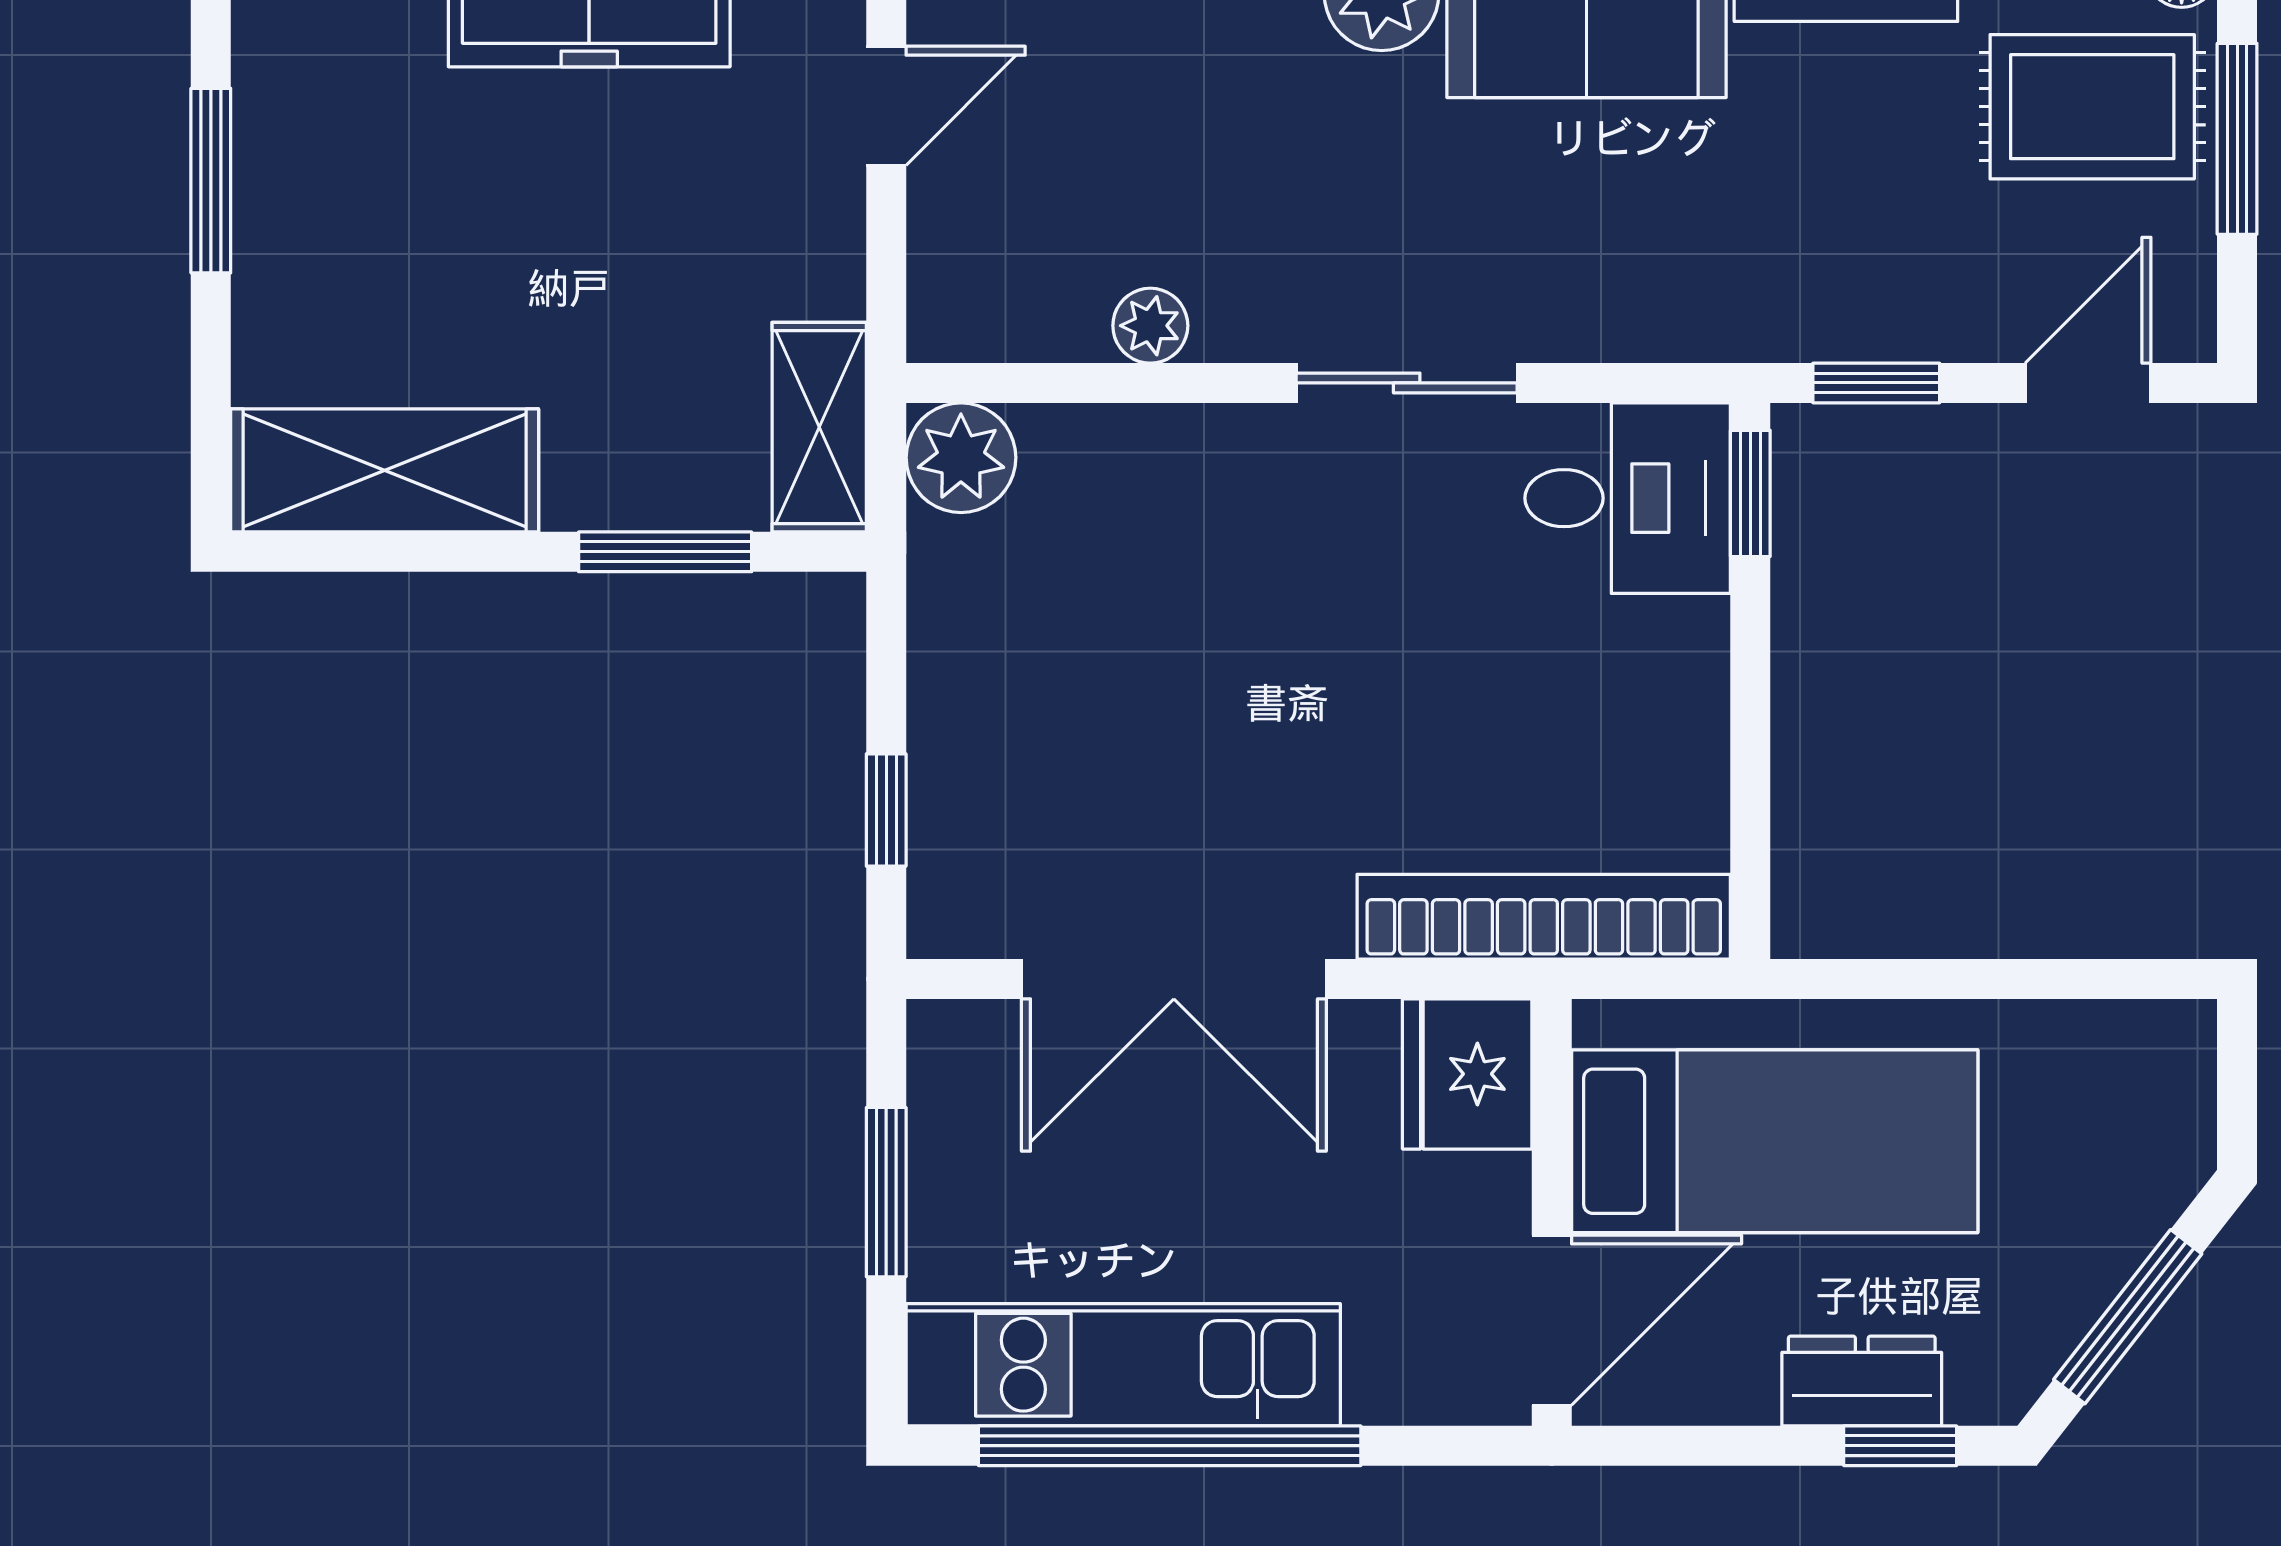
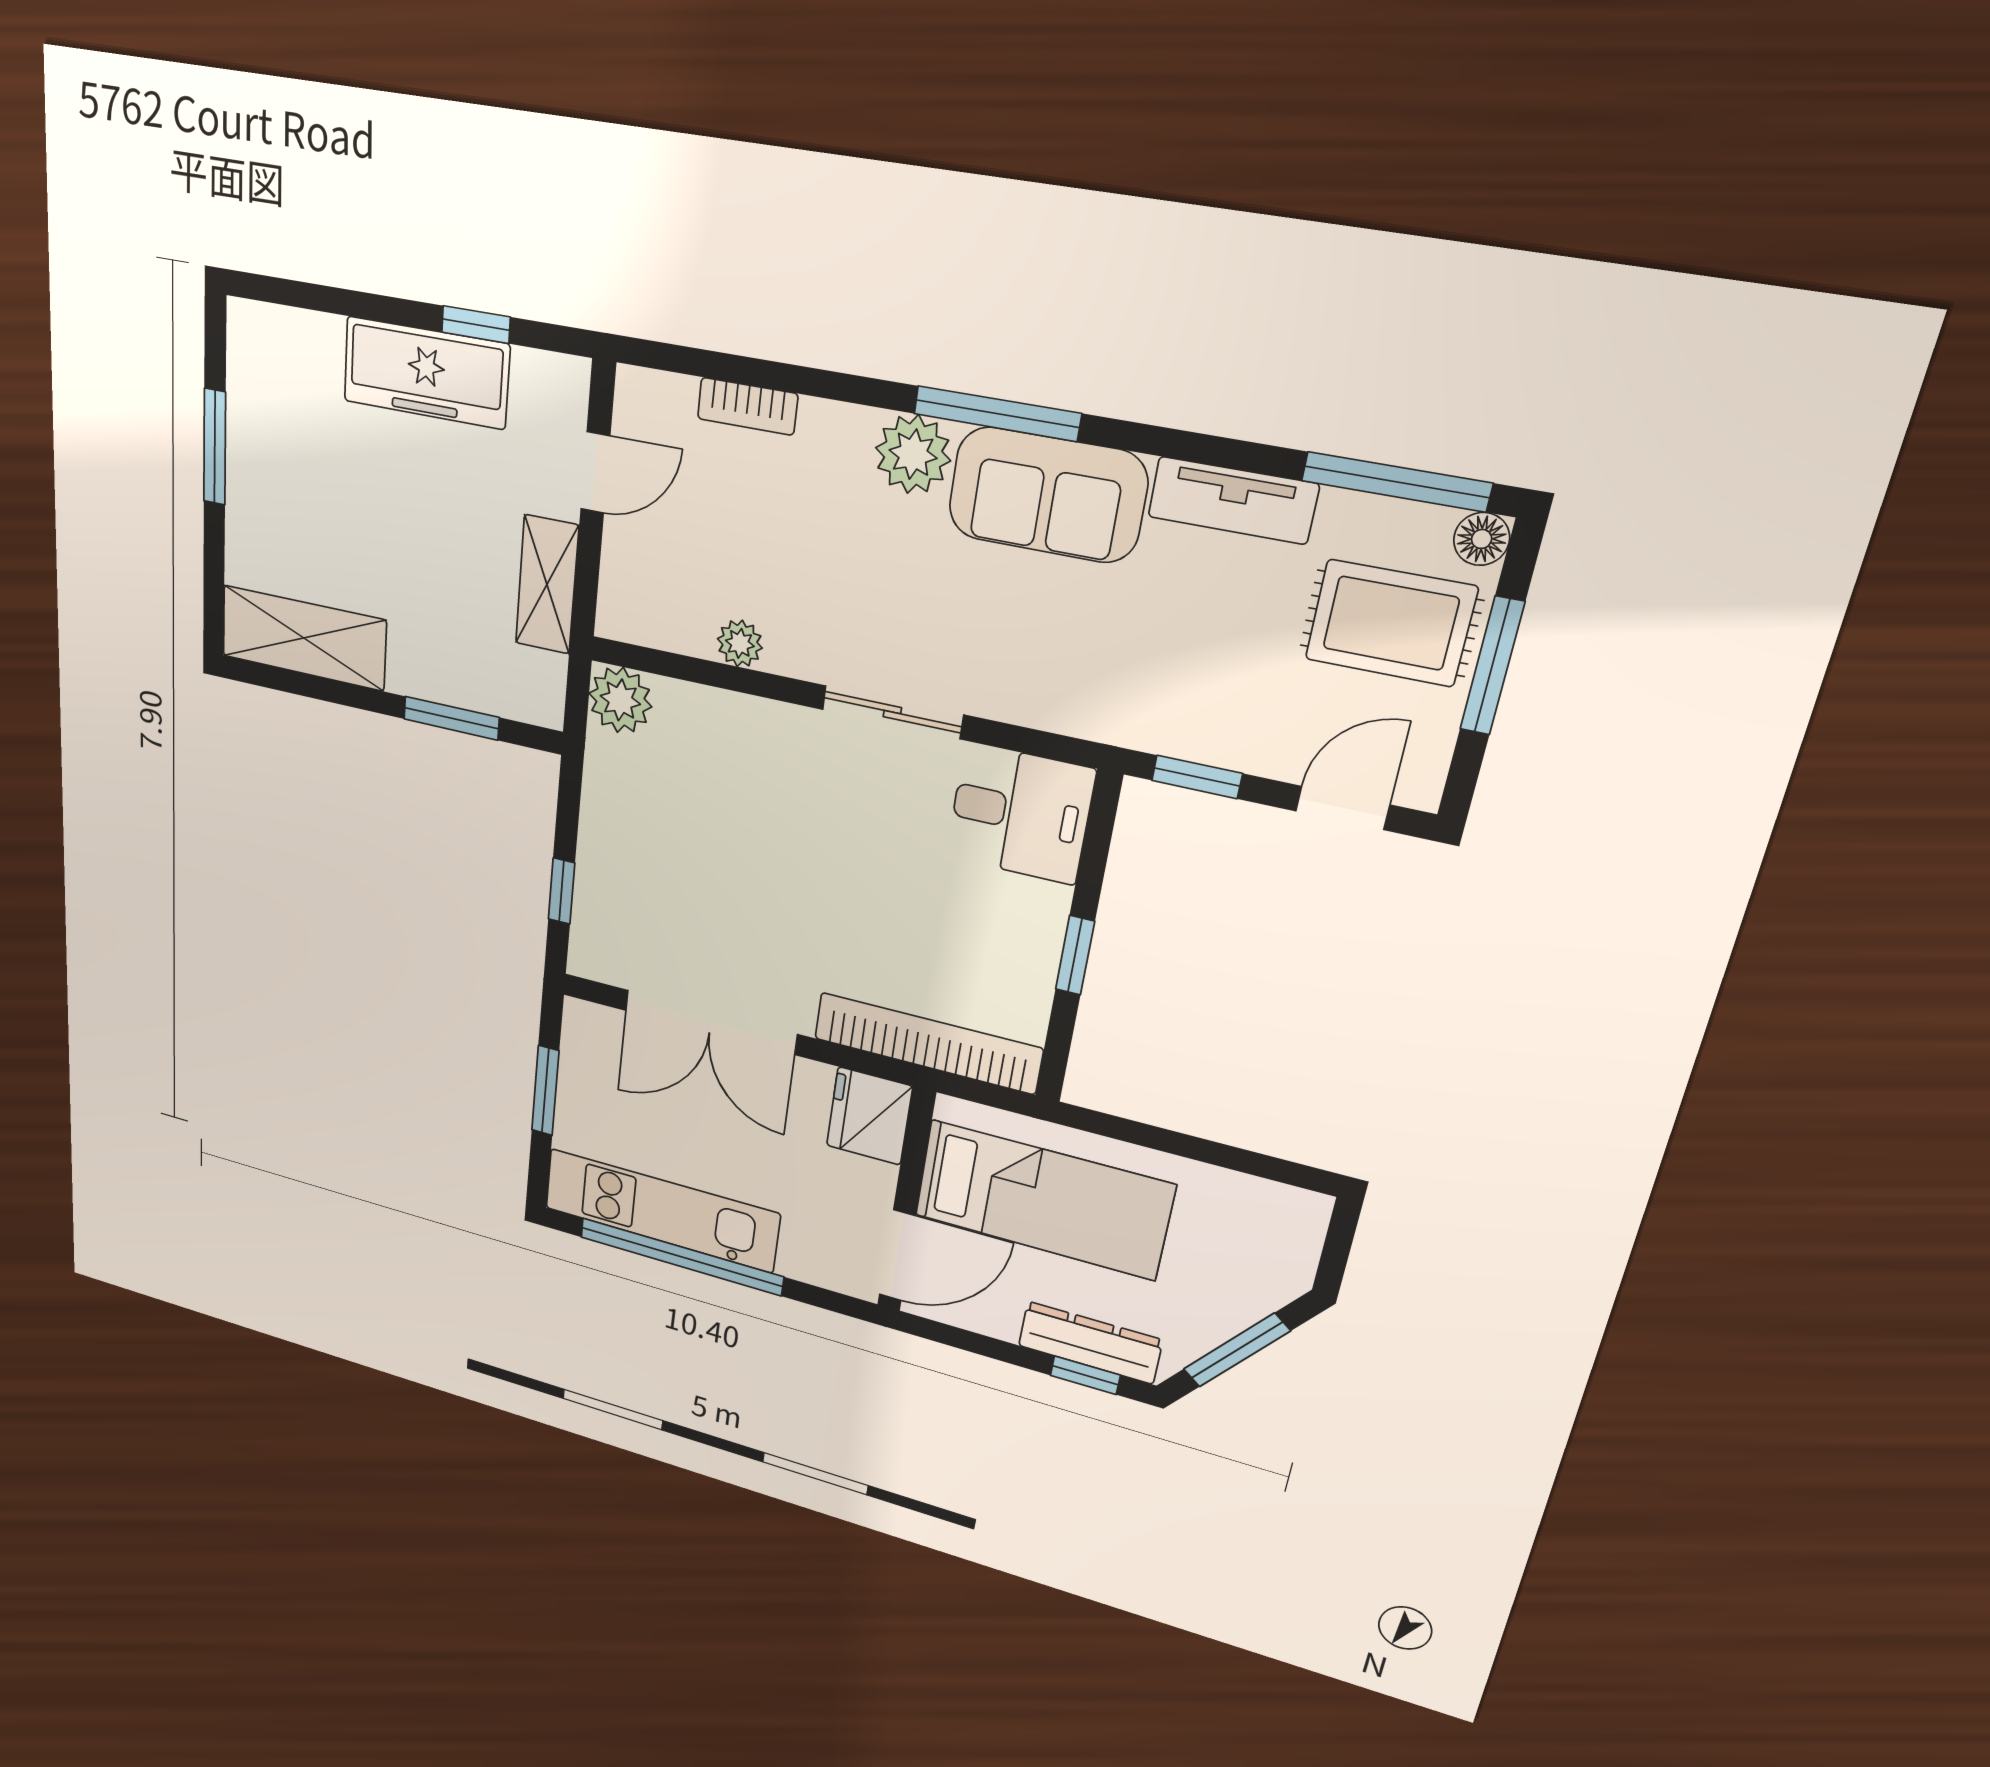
shelving: (819, 427) -> (547, 585), moved
window: (1750, 493) -> (1075, 955), moved
dresser: (1862, 1381) -> (1090, 1343), width x1.44

